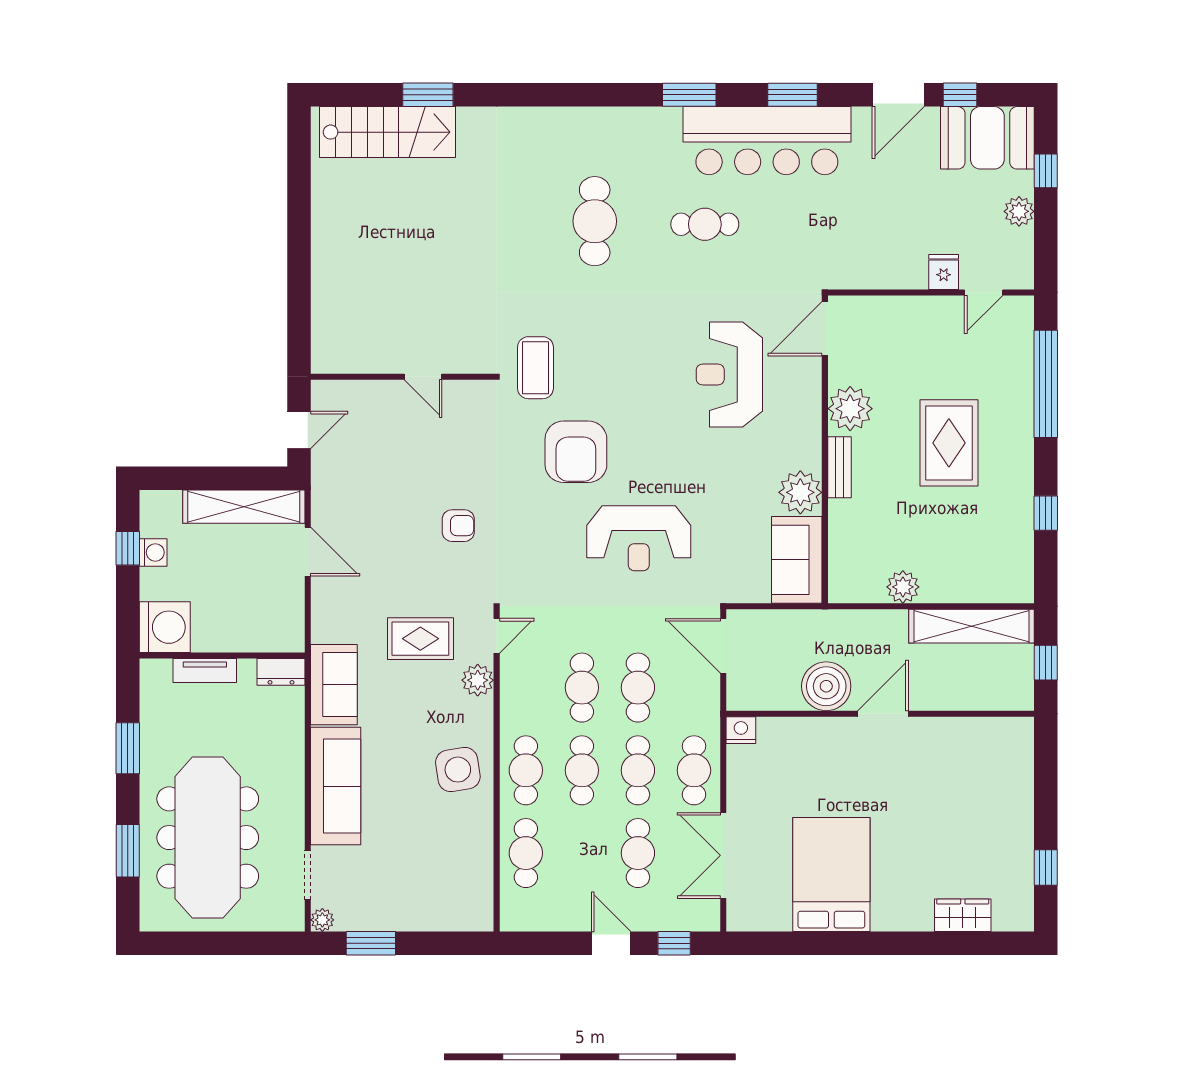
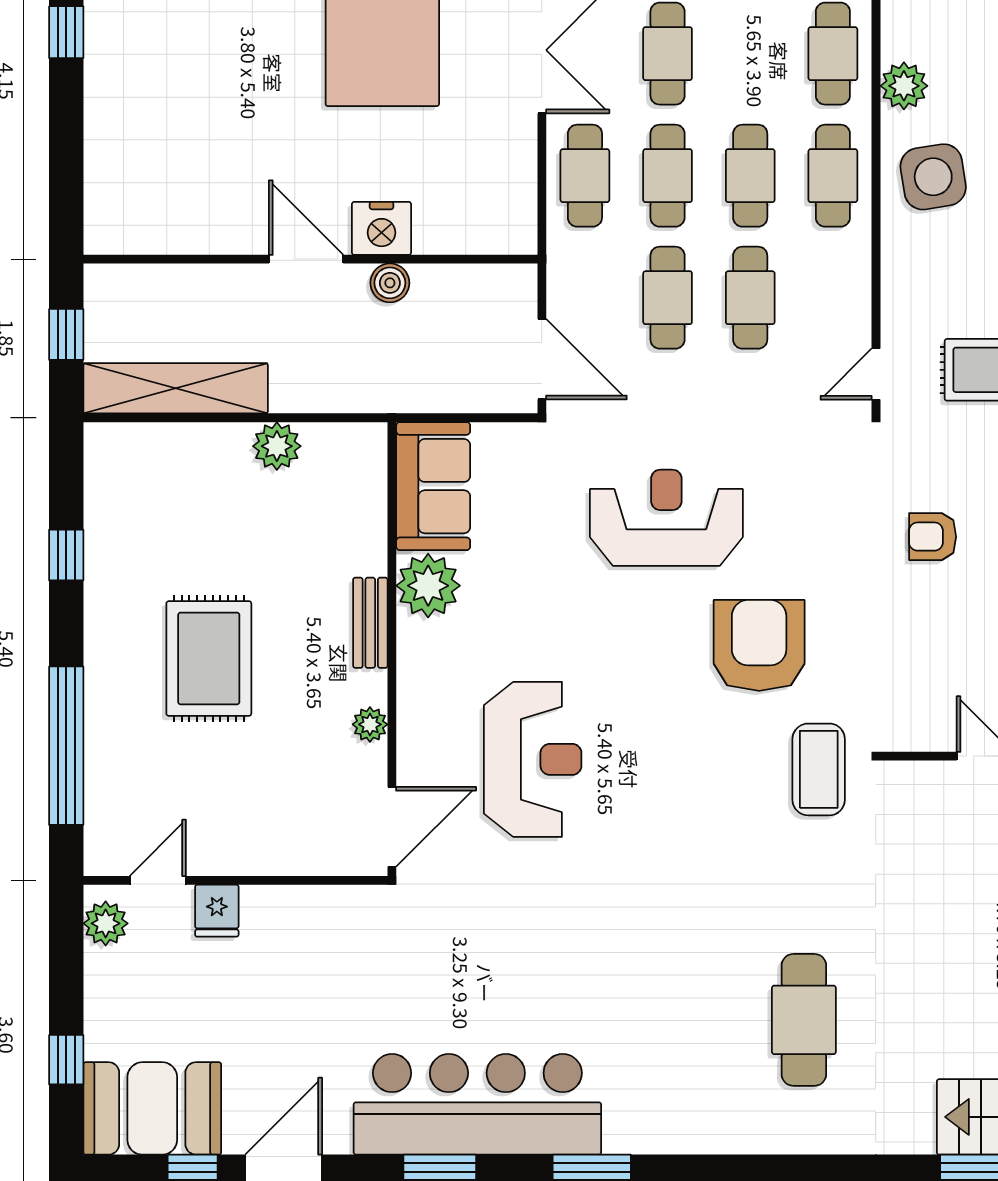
plant: (1019, 211) -> (106, 923), moved
cafe table: (595, 221) -> (804, 1020), moved
cafe table: (705, 224) -> (569, 981), removed
plant: (850, 409) -> (370, 724), width x0.53, depth x0.53
plant: (478, 680) -> (904, 86), moved
boiler: (826, 686) -> (390, 283), width x0.54, depth x0.54
door: (883, 714) -> (306, 259), swing flipped
nightstand: (741, 730) -> (382, 228), moved, width x1.36, depth x1.33

